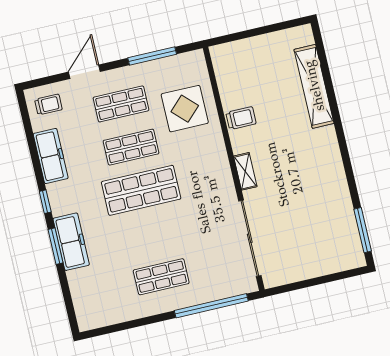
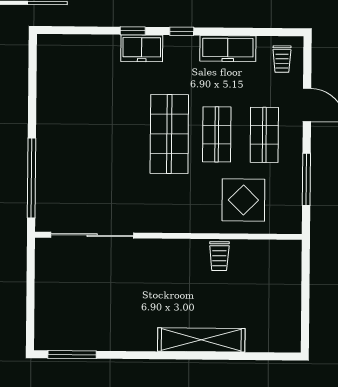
shelving: (314, 86) -> (201, 340), moved
shelving: (245, 171) -> (163, 247), removed
freezer: (71, 242) -> (142, 48), width x0.71
window: (56, 246) -> (133, 31), width x0.67
shop shelf: (161, 277) -> (74, 133), removed

